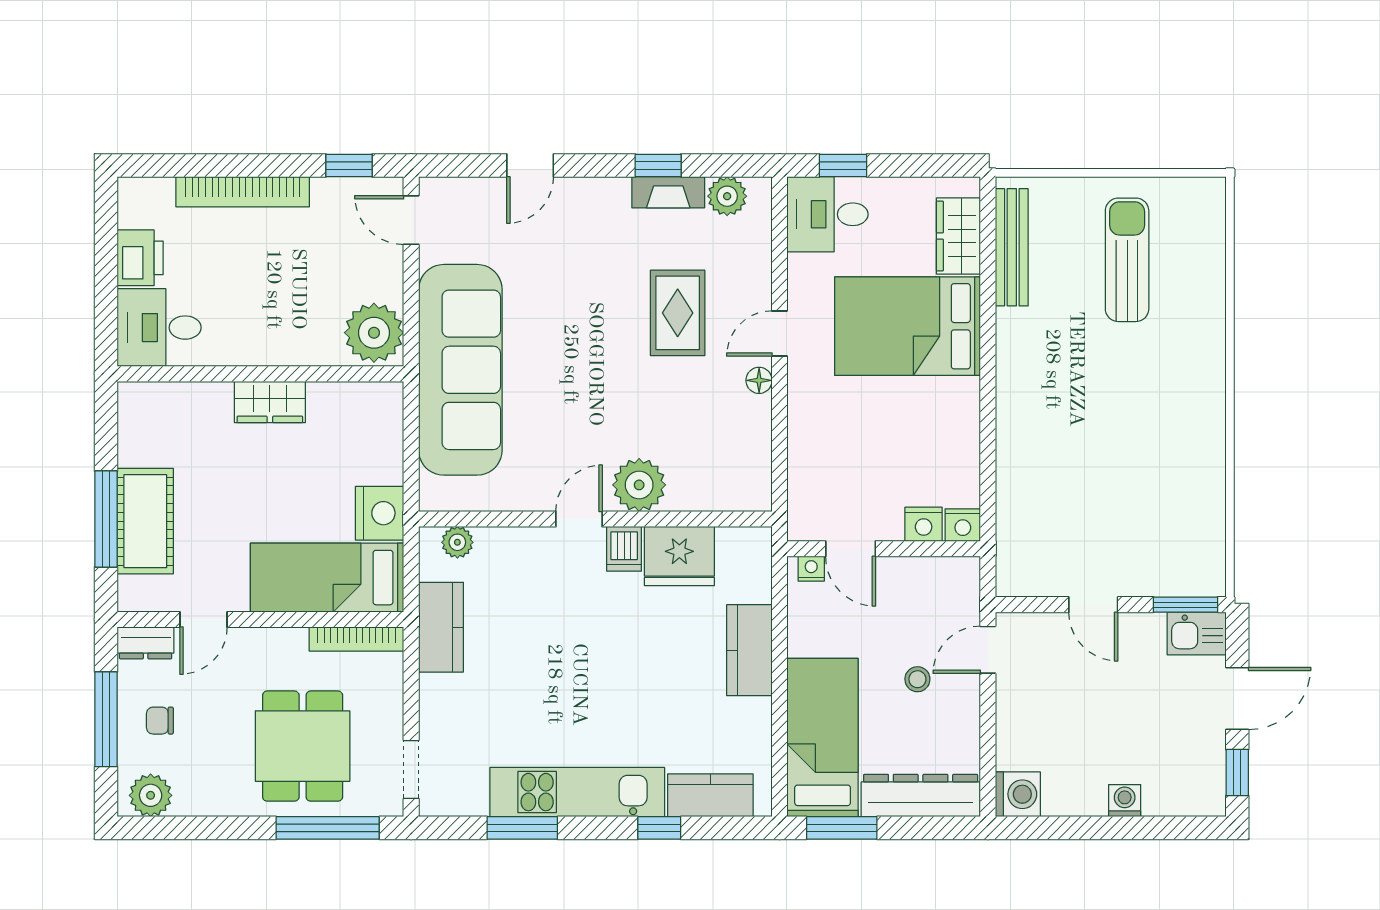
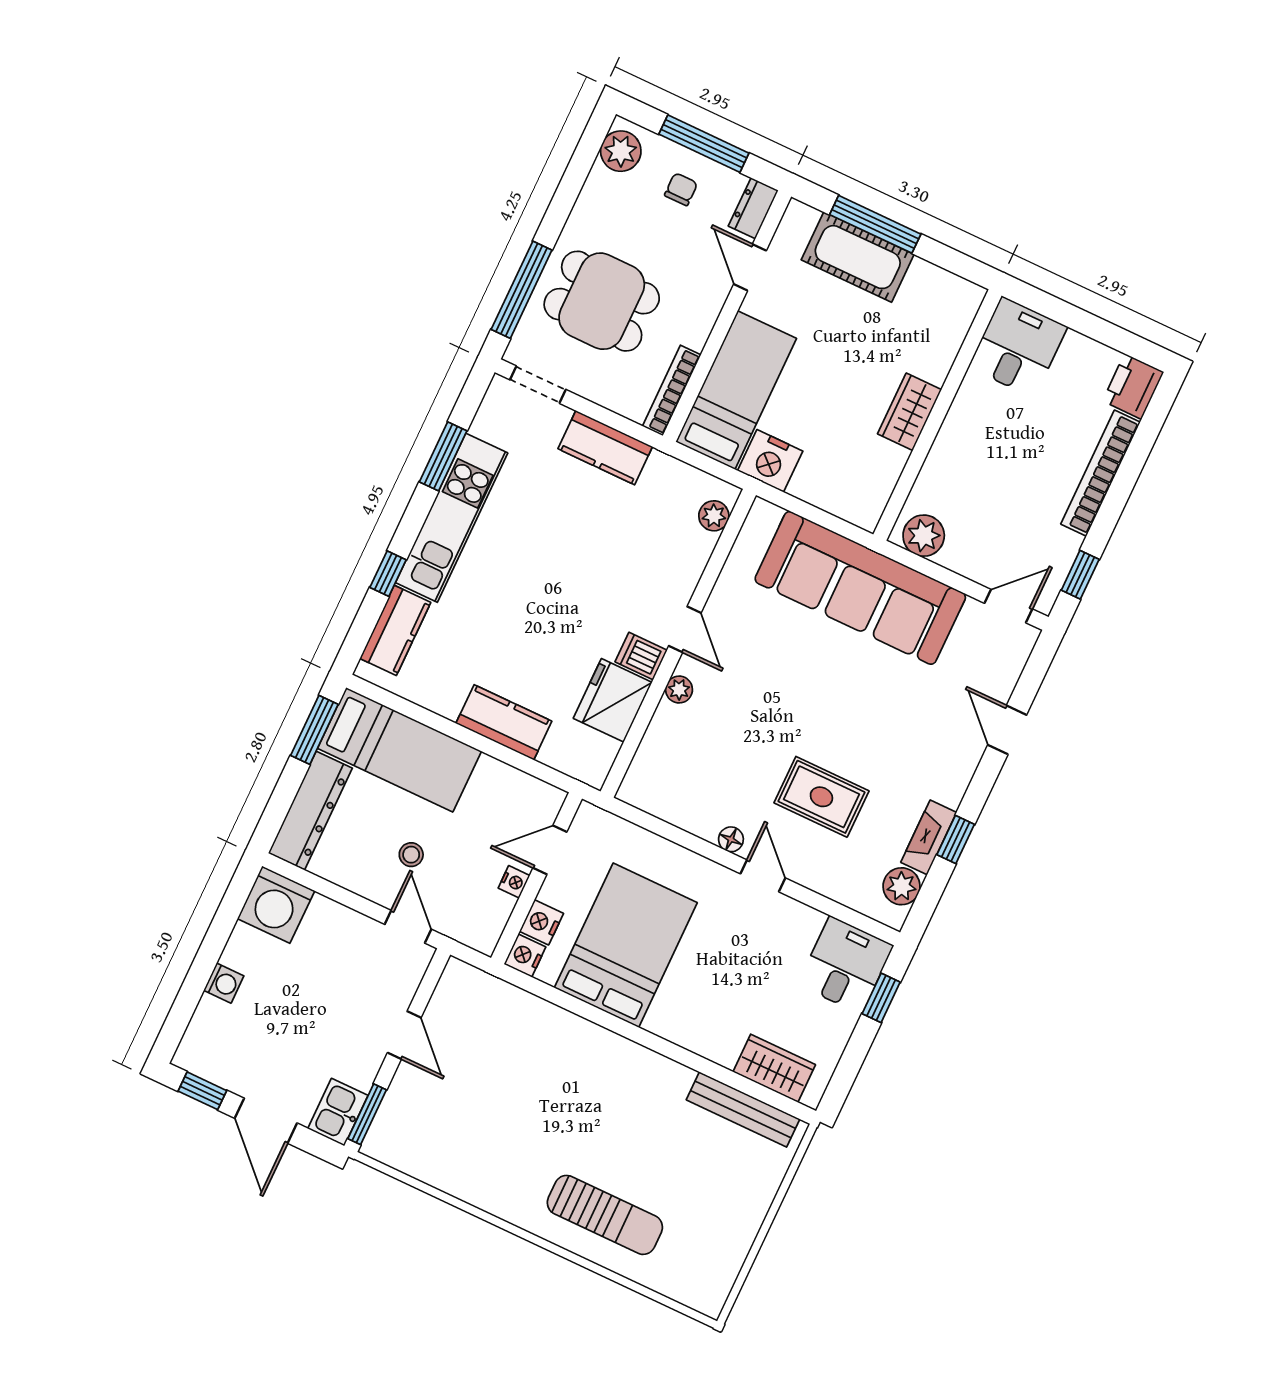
printer: (140, 258) -> (1133, 386), moved, turned 90
sun lounger: (1127, 260) -> (605, 1215), moved
bed: (908, 326) -> (626, 945), moved
plant: (374, 333) -> (924, 536), width x0.73, depth x0.73
plant: (639, 485) -> (679, 690), width x0.53, depth x0.53
nightstand: (811, 569) -> (514, 882), moved
door: (1093, 605) -> (404, 1035), swing flipped
kitchen counter: (441, 627) -> (605, 448), moved
washing machine: (1018, 794) -> (276, 905), width x1.37, depth x1.37

